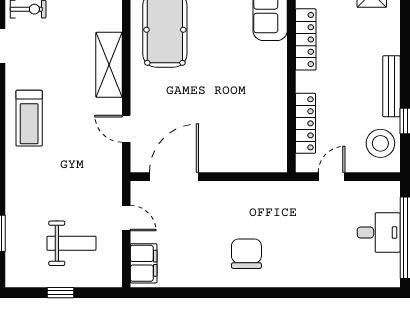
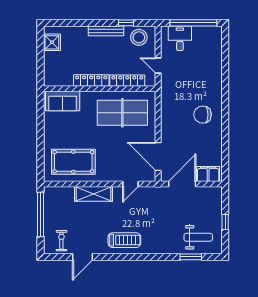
locker: (306, 39) -> (91, 80), moved
table tennis table: (250, 115) -> (122, 113), added
door: (126, 218) -> (182, 184), width x1.87
desk: (379, 232) -> (180, 38), moved
weight bench: (71, 243) -> (198, 237), moved, turned 90

